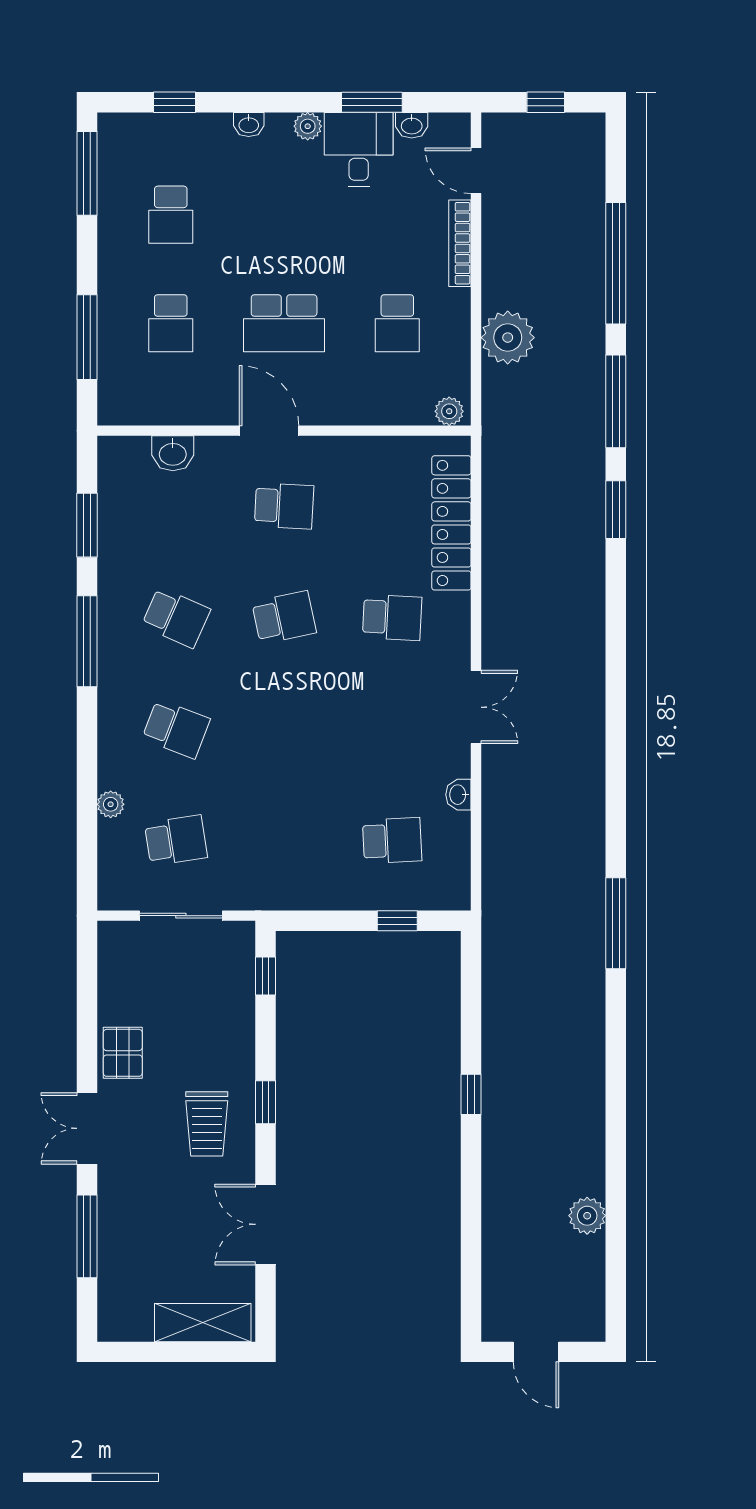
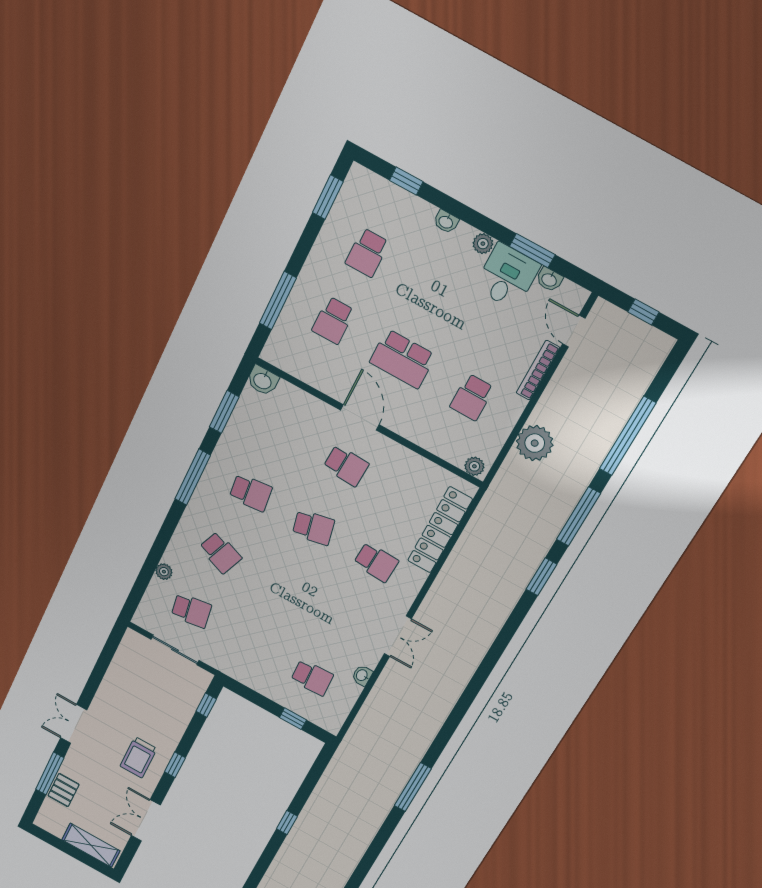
window: (87, 173) -> (328, 197), width x0.69
washbasin: (173, 453) -> (263, 381), moved
school desk: (176, 617) -> (251, 493), turned -30
pallet: (123, 1053) -> (64, 790), moved

